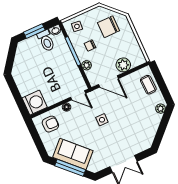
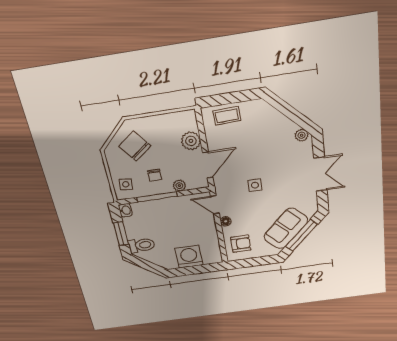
chair: (109, 27) -> (135, 146), turned 143
toilet: (46, 41) -> (142, 245), moved
door: (78, 95) -> (215, 205), swing flipped
washing machine: (35, 103) -> (189, 257), moved
plant: (161, 109) -> (302, 135), moved
armchair: (50, 124) -> (241, 244), turned 90

